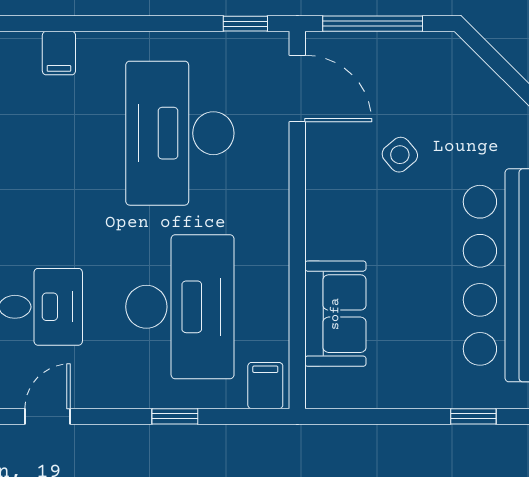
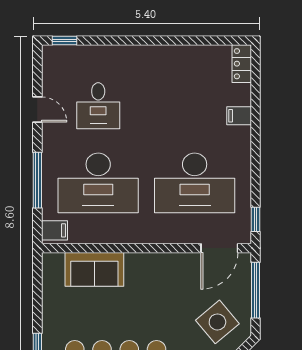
desk: (180, 133) -> (195, 183), turned 180
side table: (400, 155) -> (217, 322), moved, width x1.87, depth x1.87
window: (175, 416) -> (37, 180), width x2.17

